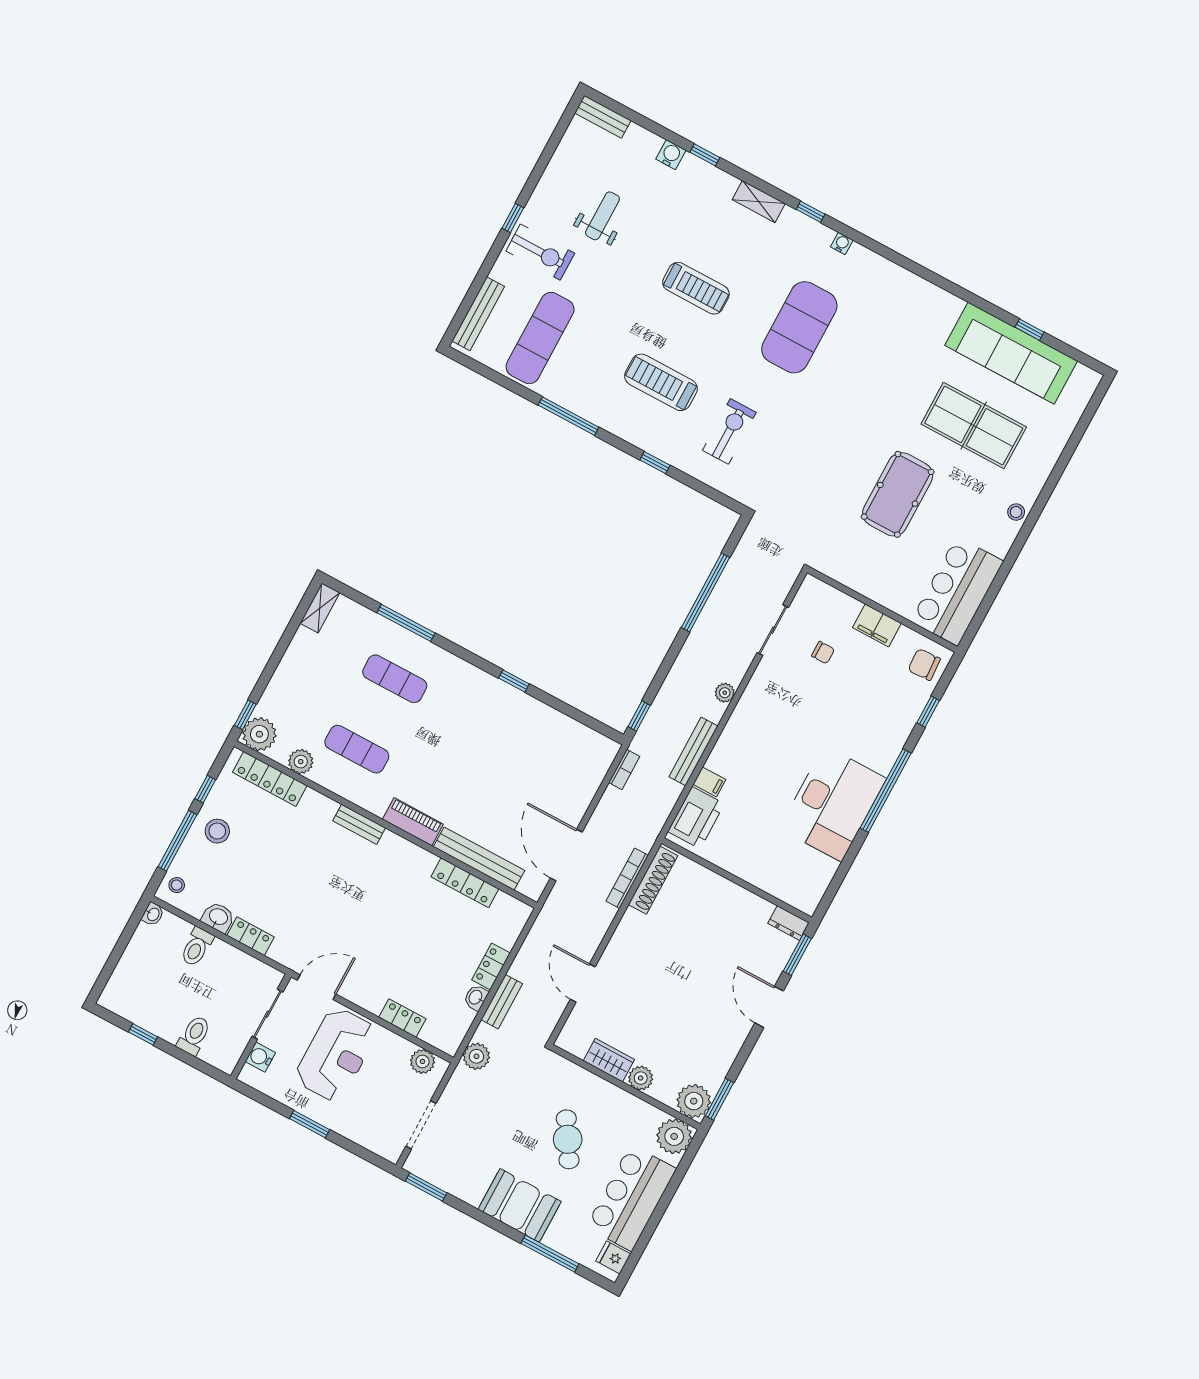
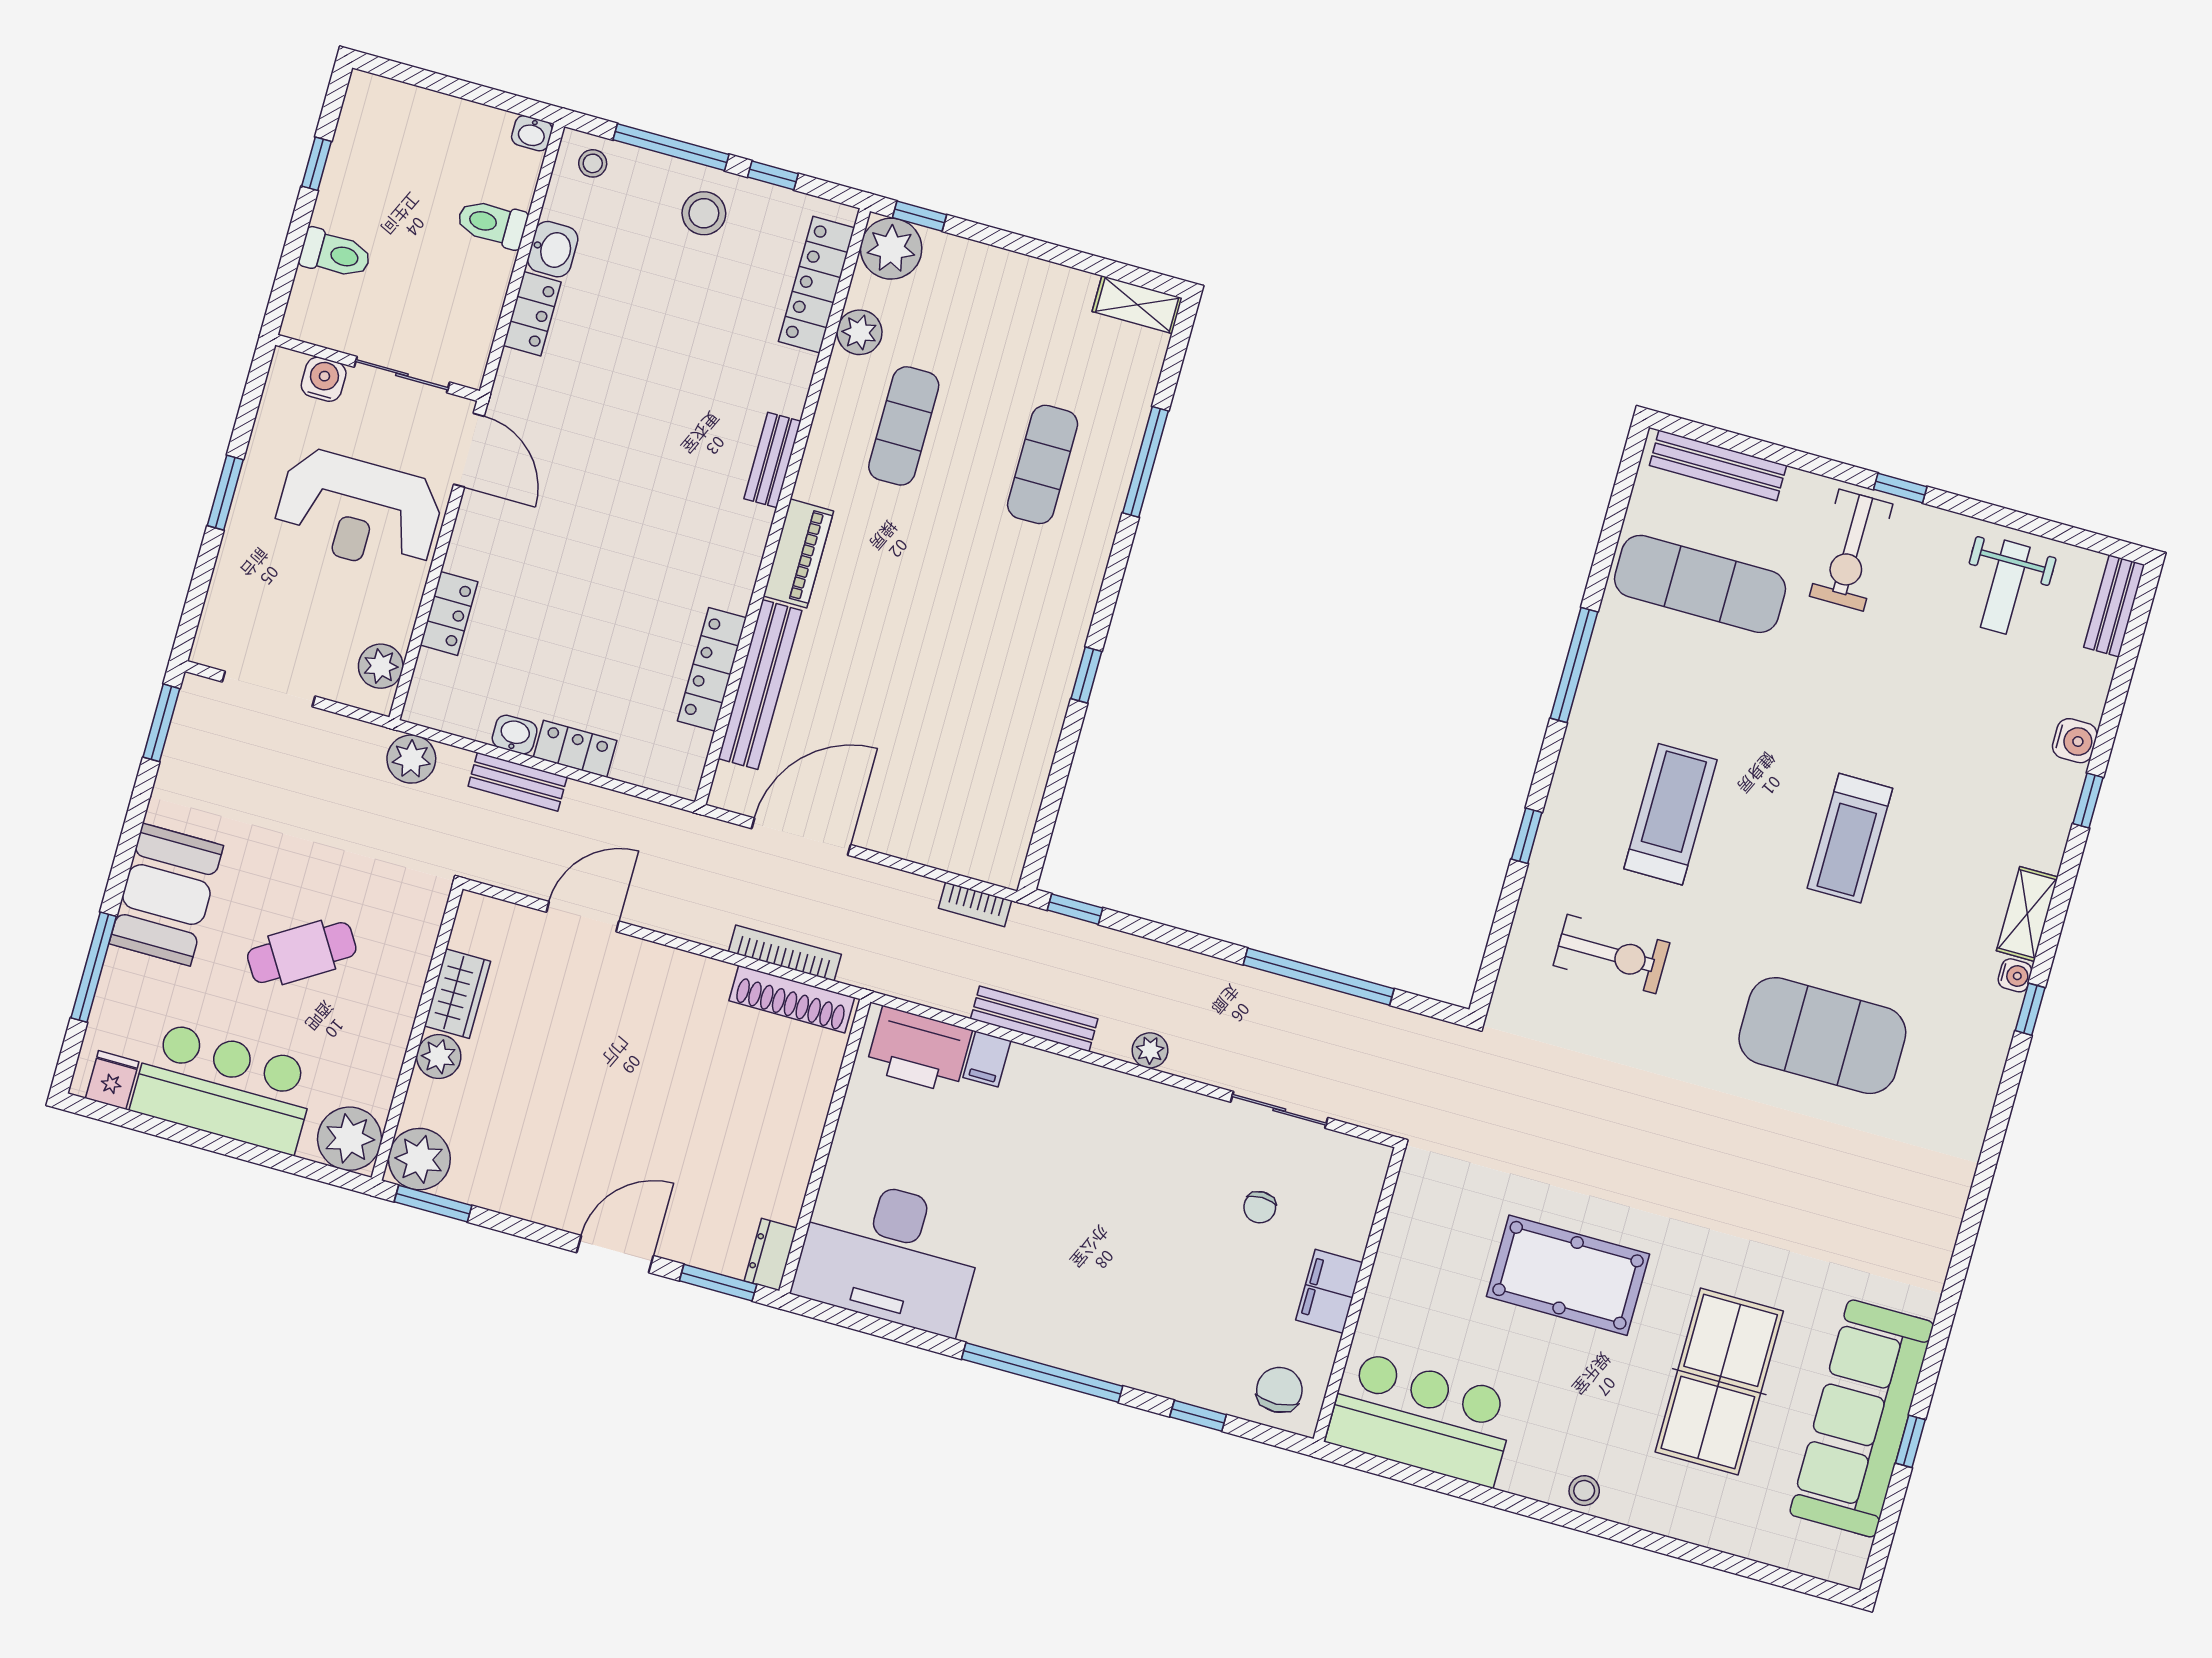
weight bench: (602, 216) -> (2005, 587), moved, turned 90
water cooler: (842, 243) -> (2015, 975), moved
desk: (833, 803) -> (889, 1255), moved

